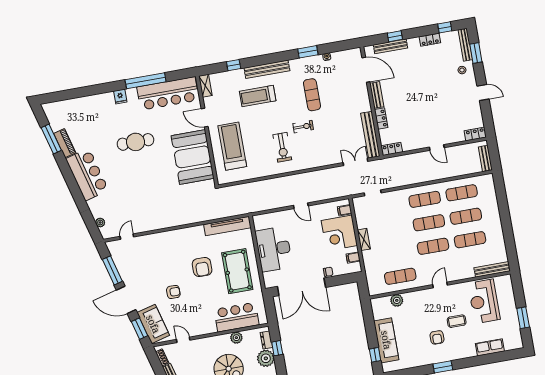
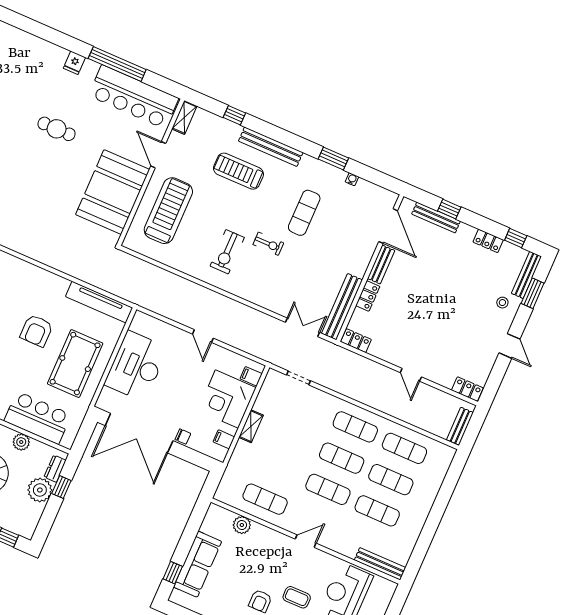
cafe table: (135, 142) -> (57, 129), width x0.73, depth x0.74

